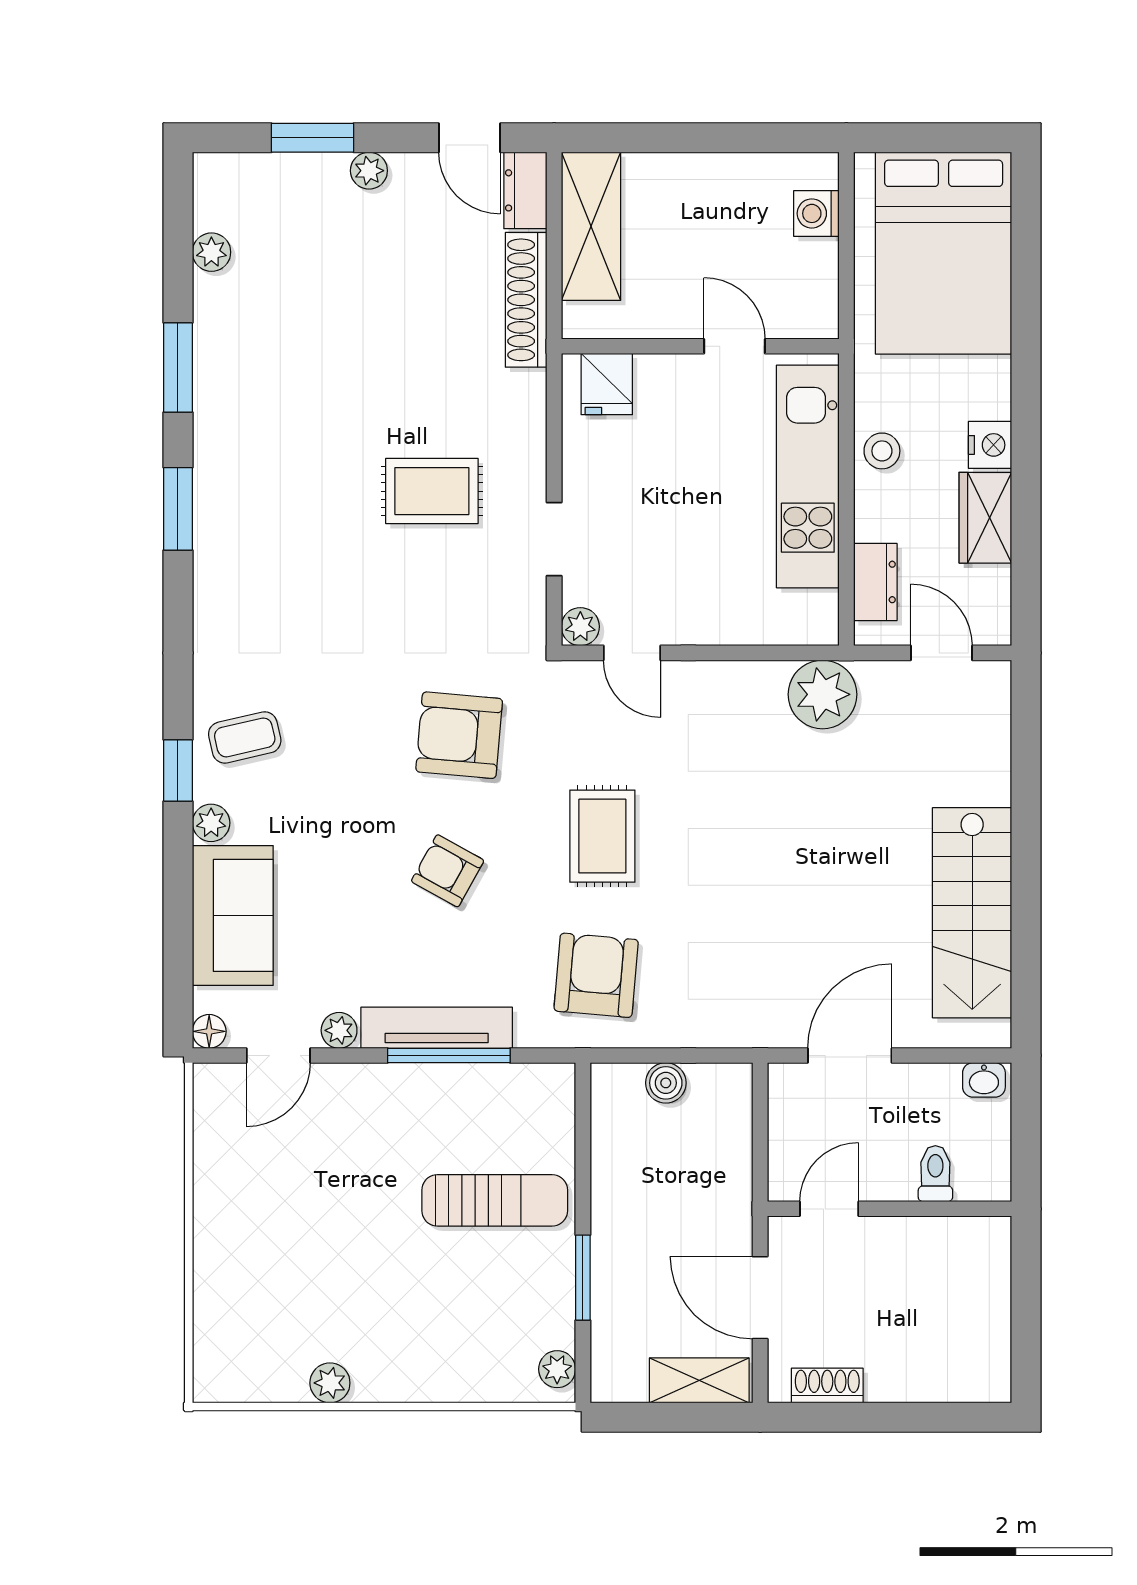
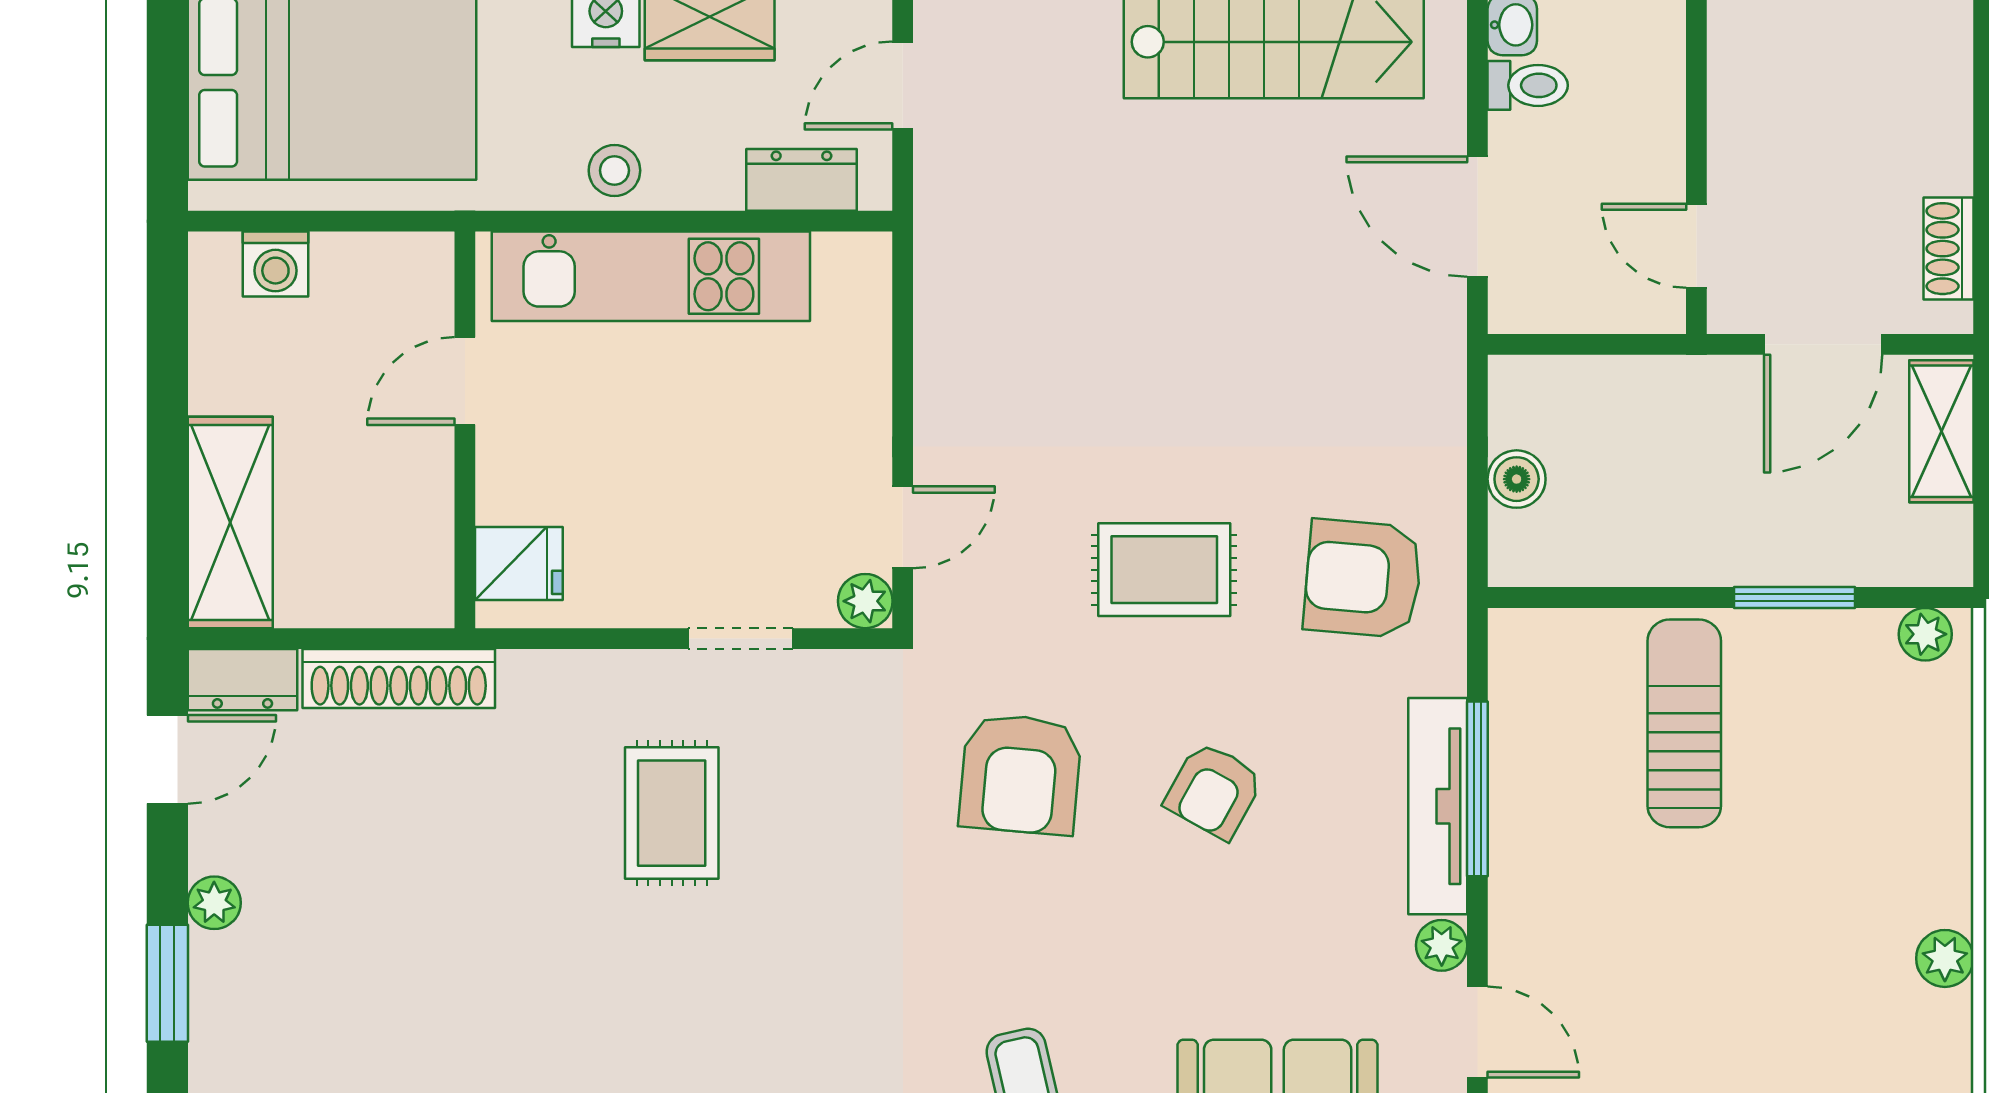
shelving: (591, 226) -> (230, 522), moved, turned 90
plant: (823, 694) -> (962, 255), removed
toilet: (935, 1174) -> (1528, 85), moved, turned 180

